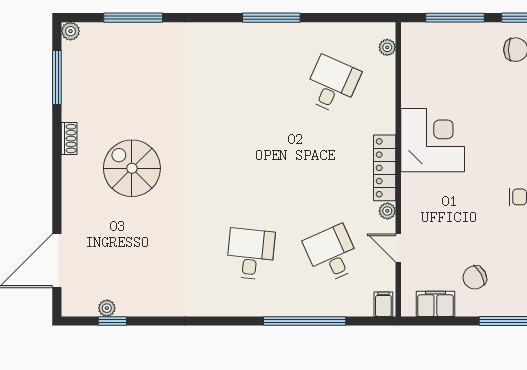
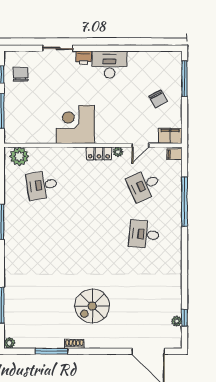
plant: (387, 47) -> (19, 156), width x1.87, depth x1.87
window: (57, 77) -> (51, 351), moved
desk: (332, 85) -> (42, 185), turned -33
locker: (385, 168) -> (99, 153), width x0.66
filing cabinet: (435, 304) -> (170, 136), moved, turned 90

